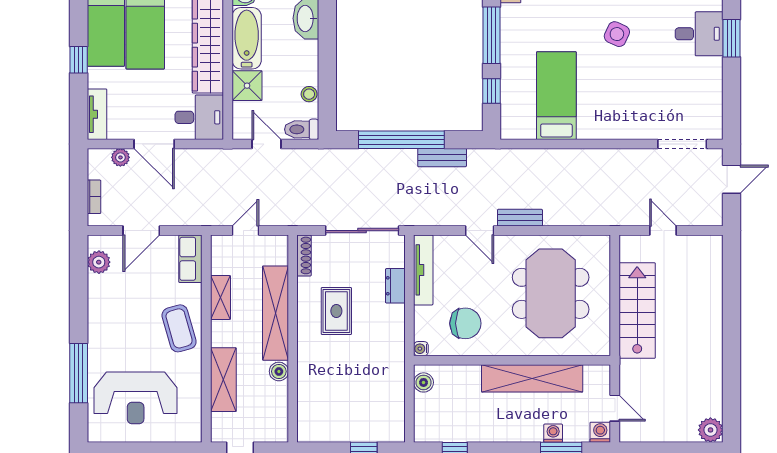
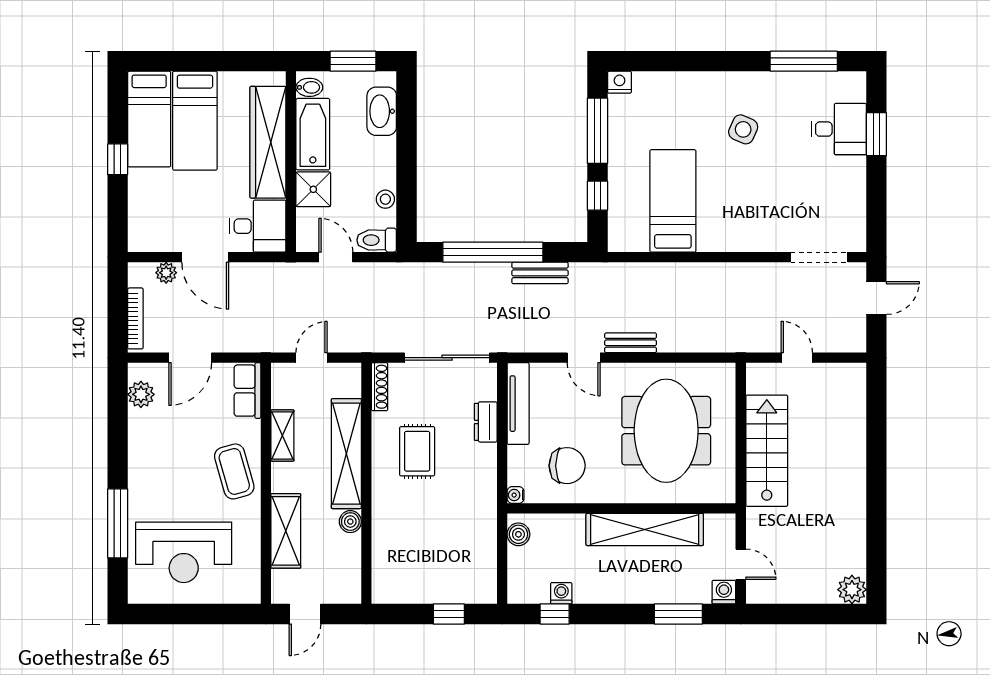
tv unit: (97, 114) -> (139, 223), removed
bookcase: (94, 197) -> (135, 318), width x1.56
washing machine: (553, 433) -> (561, 593), moved

